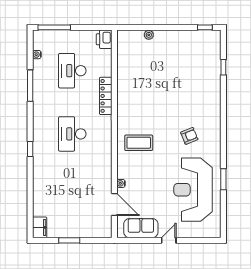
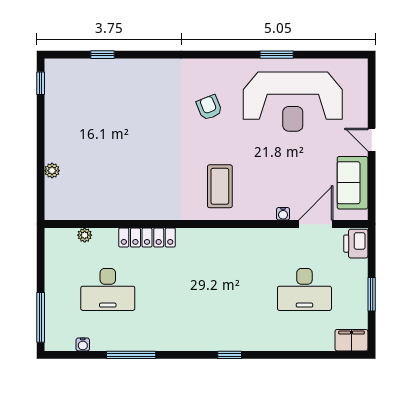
printer: (104, 39) -> (356, 244), moved, turned 90
plant: (107, 56) -> (85, 235), added
desk: (72, 134) -> (304, 289), moved

